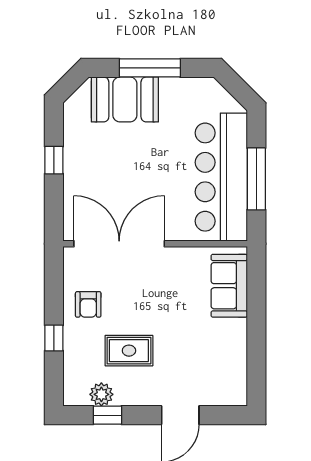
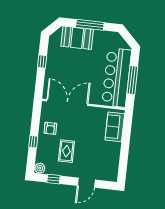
rug: (129, 351) -> (66, 151), turned 90
plant: (101, 394) -> (40, 168), moved

